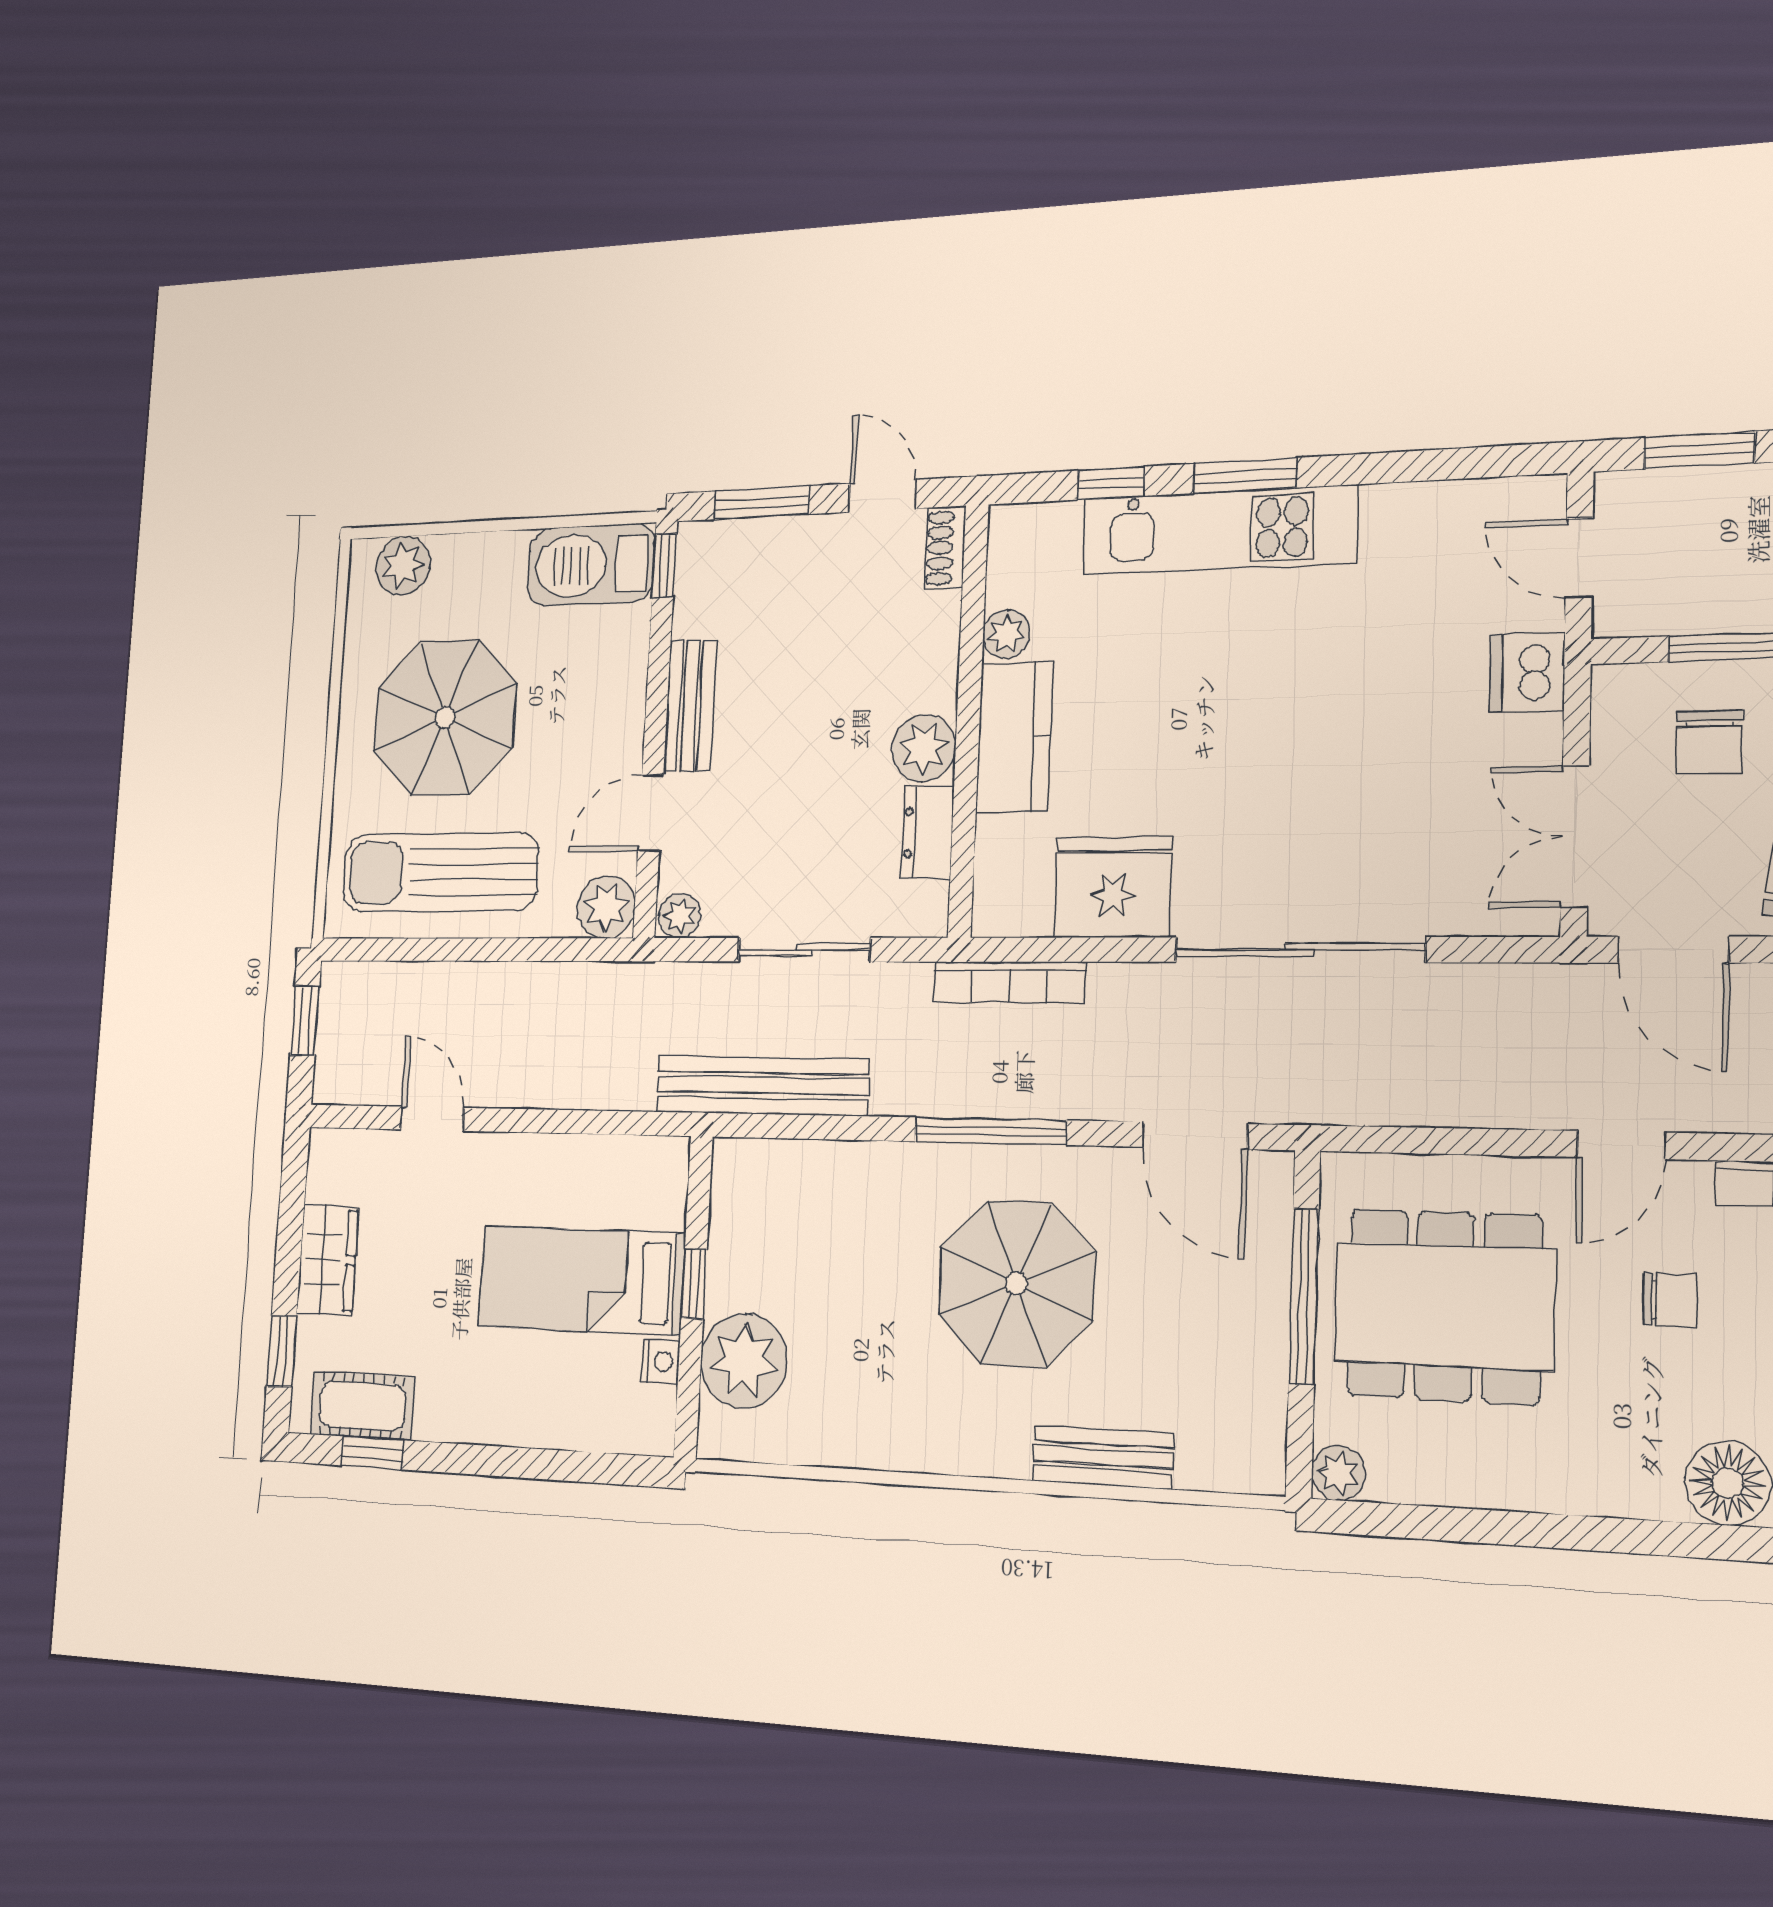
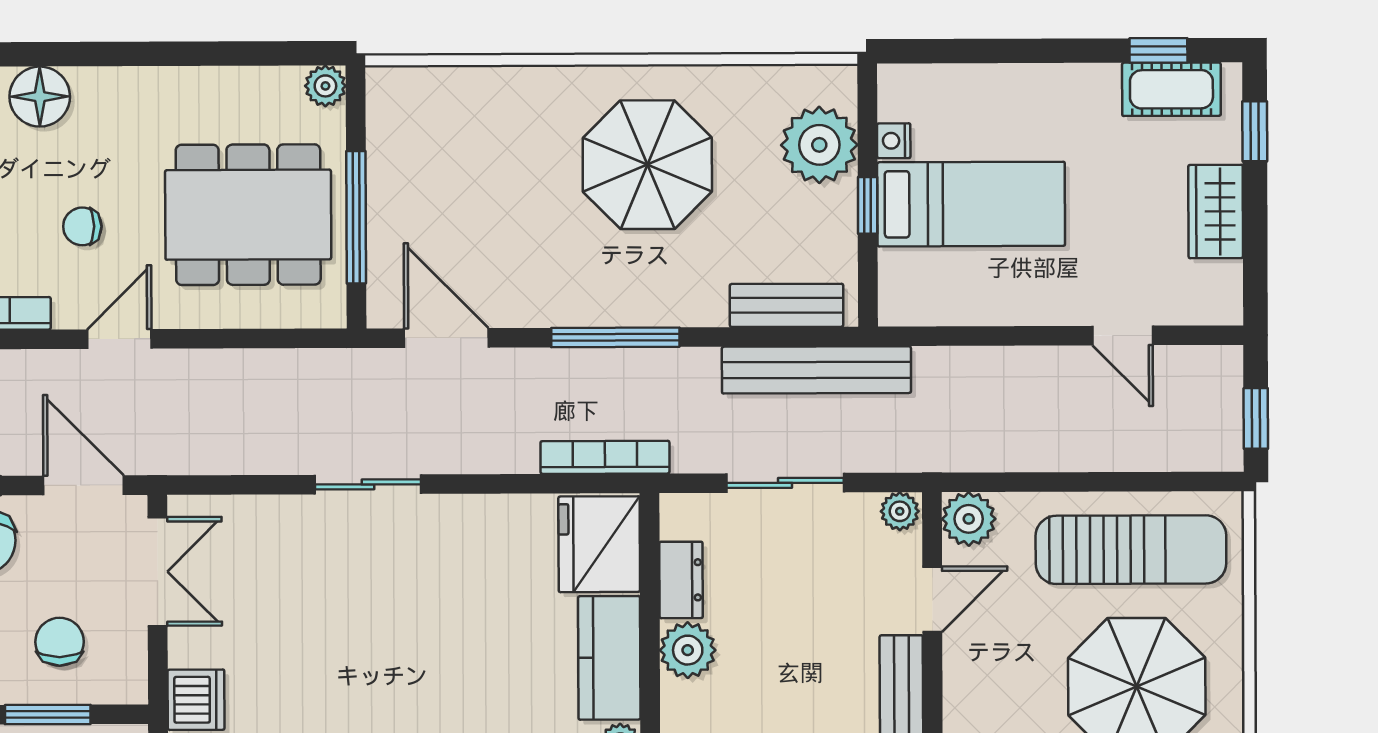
fridge: (1113, 887) -> (599, 544), moved, turned 90
sliding door: (1299, 950) -> (368, 484), width x0.54
parasol: (1016, 1283) -> (647, 165), moved
bench: (1103, 1457) -> (787, 305), moved

